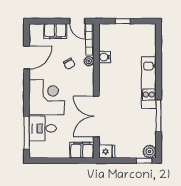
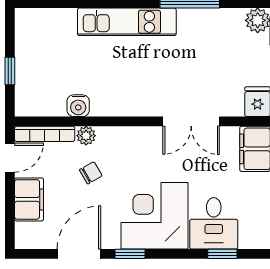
door: (27, 57) -> (79, 254), hinge flipped
window: (27, 84) -> (130, 254), added
double door: (96, 116) -> (191, 121), width x0.73
window: (27, 133) -> (222, 254), width x0.46

